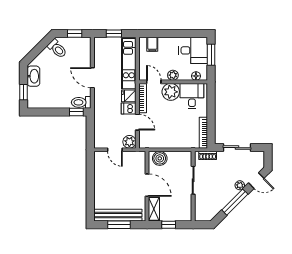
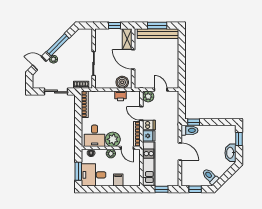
filing cabinet: (152, 44) -> (118, 180), moved
printer: (162, 142) -> (120, 96), added

